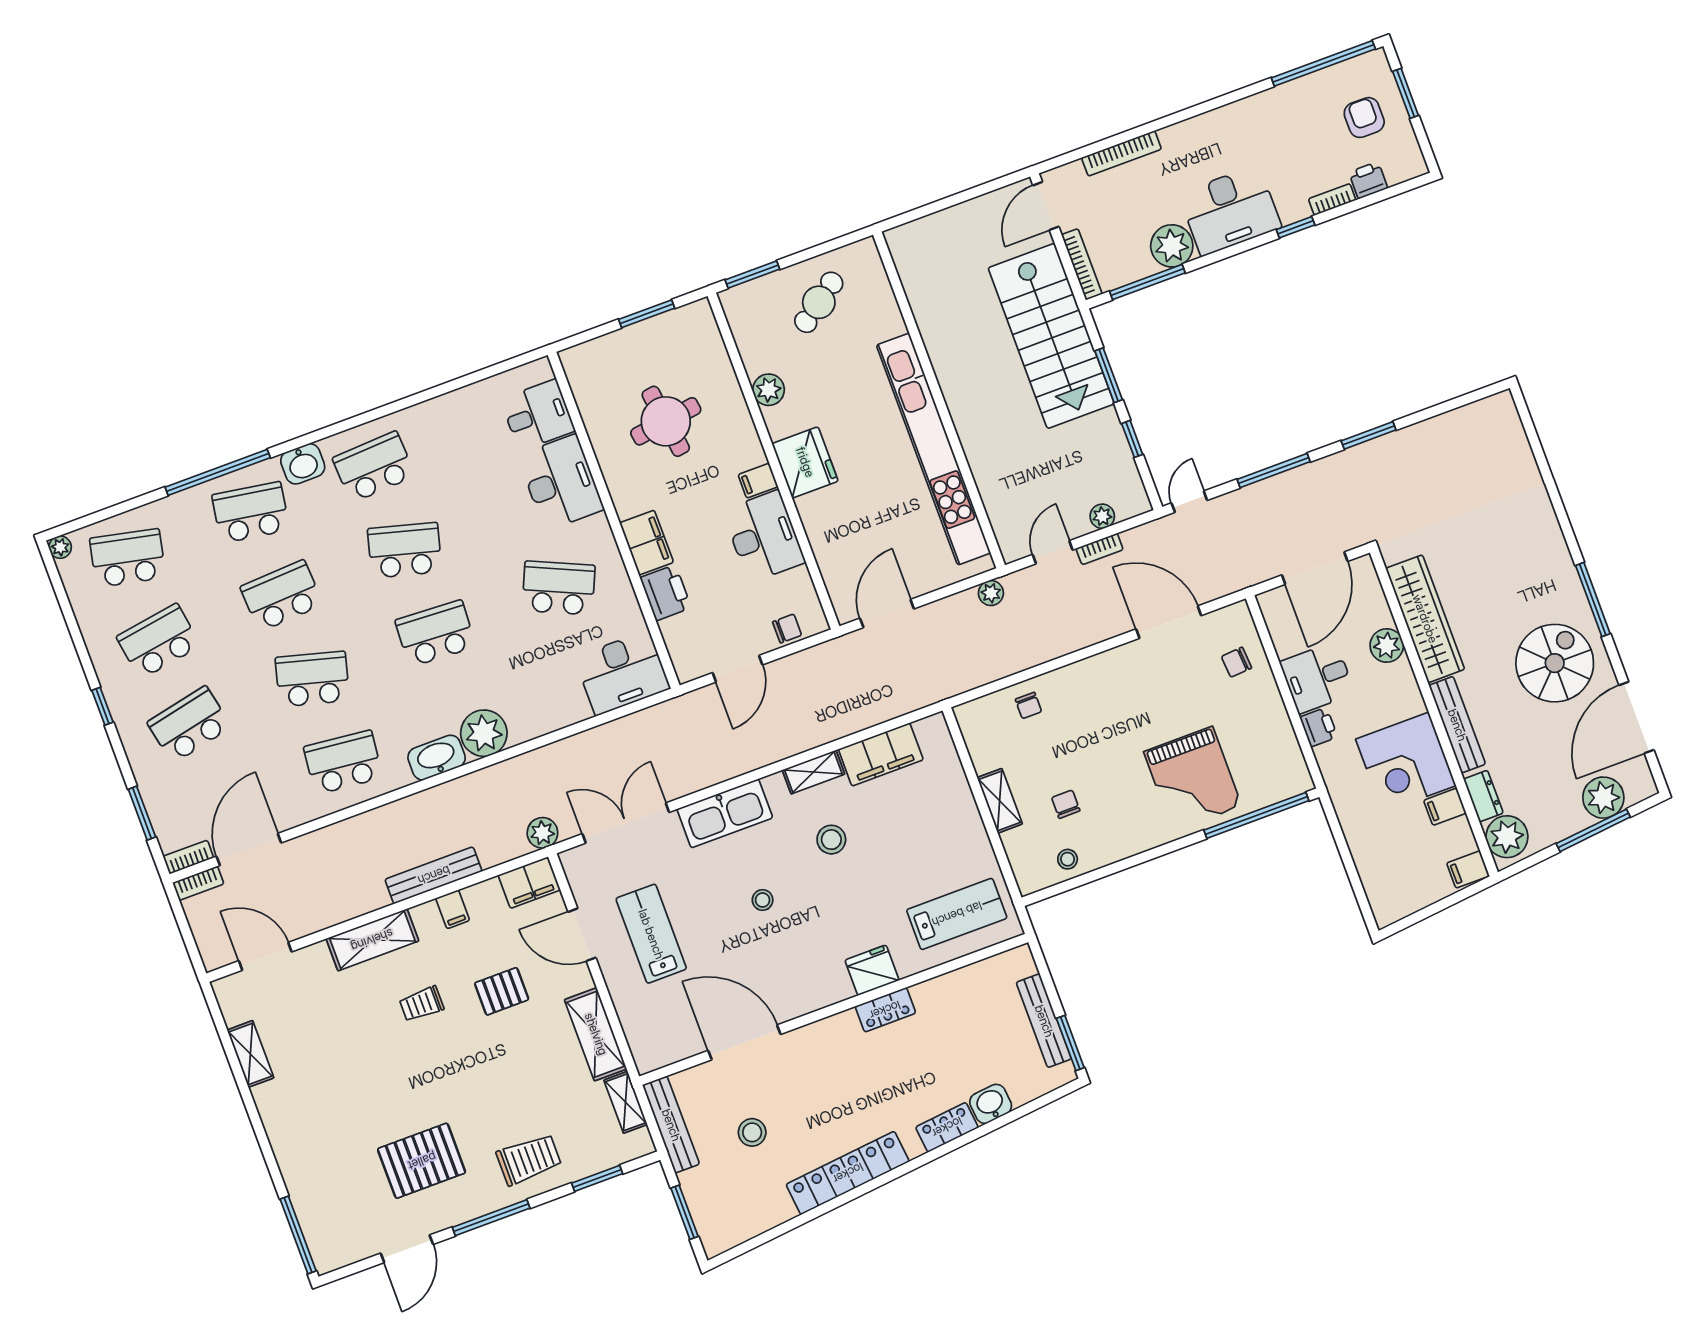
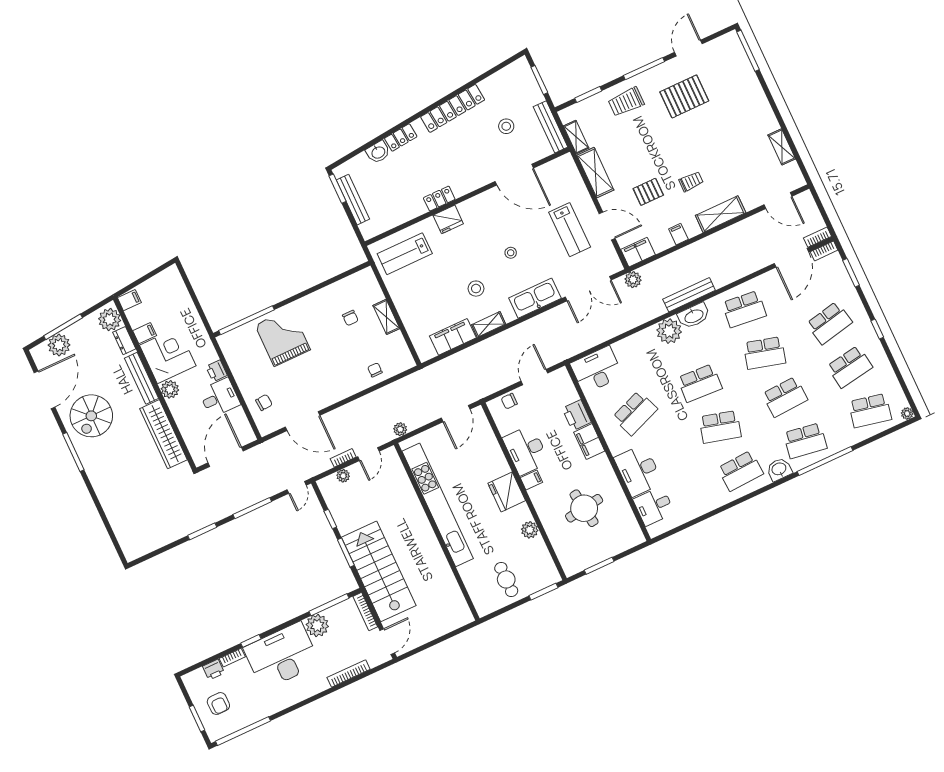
desk: (1230, 210) -> (282, 656), width x1.36, depth x1.30
cafe table: (819, 302) -> (506, 579), turned -54
school desk: (559, 588) -> (635, 413), turned -45
plant: (1387, 645) -> (170, 389), moved
stool: (1068, 859) -> (347, 288), removed
bench: (434, 875) -> (689, 295), moved

